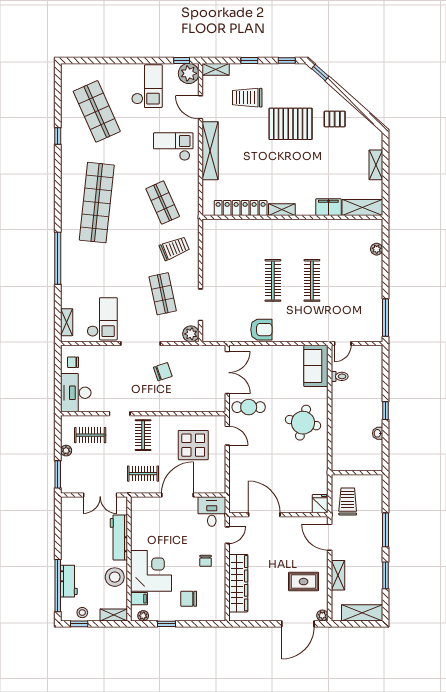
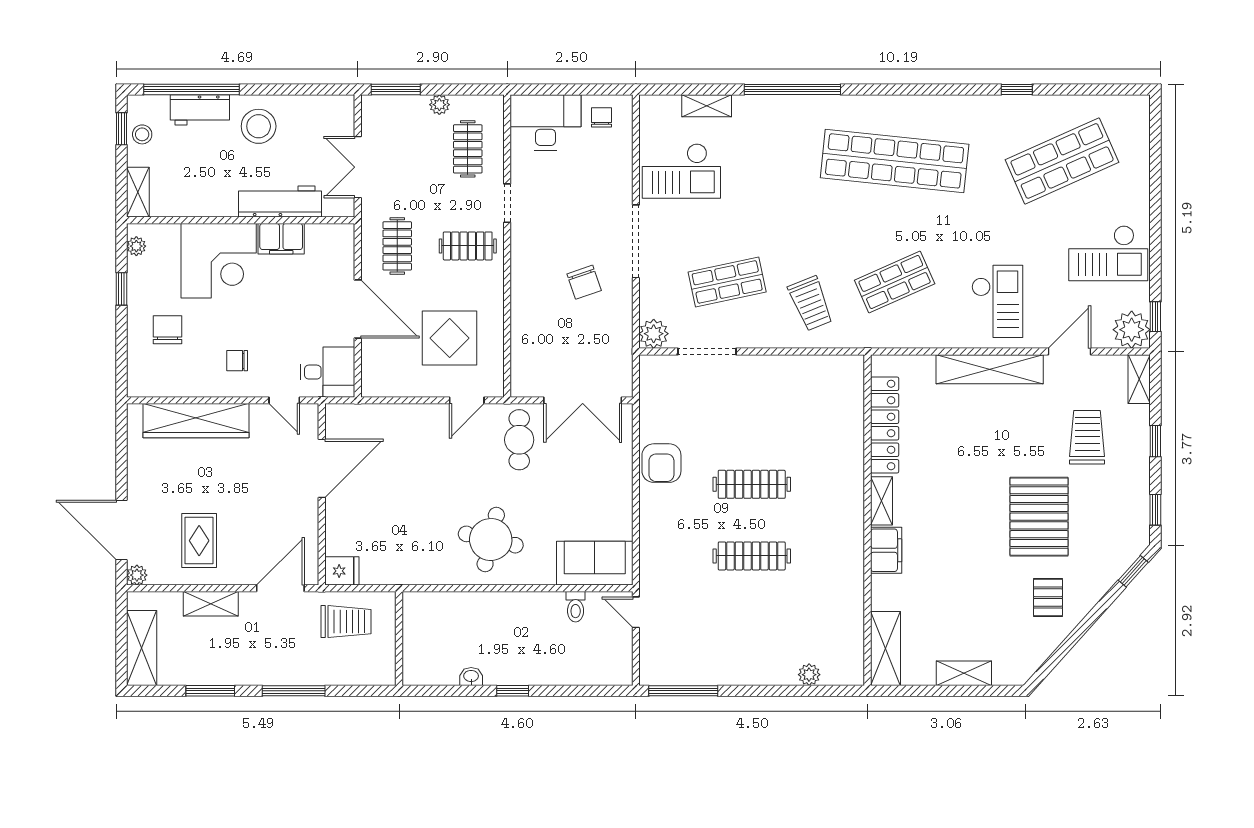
filing cabinet: (328, 207) -> (886, 550), moved
shelving: (67, 322) -> (707, 106), moved
stool: (115, 577) -> (259, 126), moved
filing cabinet: (139, 599) -> (281, 239), moved, width x2.00

